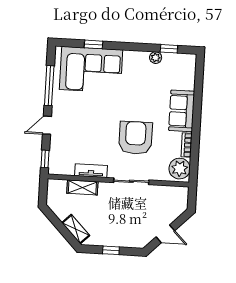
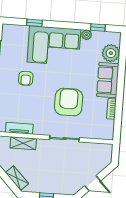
corner sofa: (91, 70) -> (54, 46), moved
armchair: (84, 110) -> (26, 78), added
plant: (180, 169) -> (111, 53), moved
tv unit: (91, 171) -> (19, 128), moved

